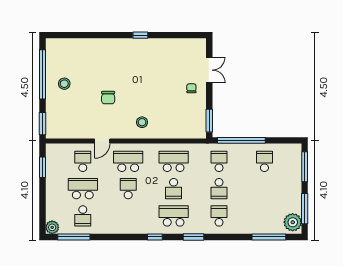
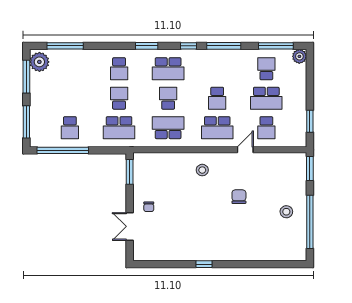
window: (241, 140) -> (63, 150), moved
school desk: (174, 161) -> (168, 128), turned 180
school desk: (219, 161) -> (119, 128), width x1.85
window: (122, 237) -> (224, 46), added

